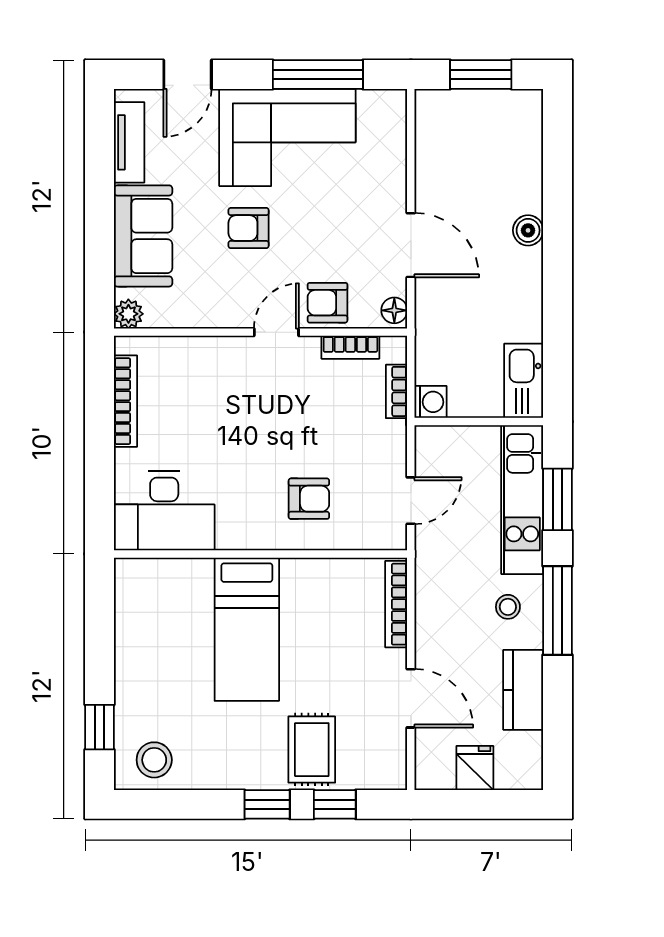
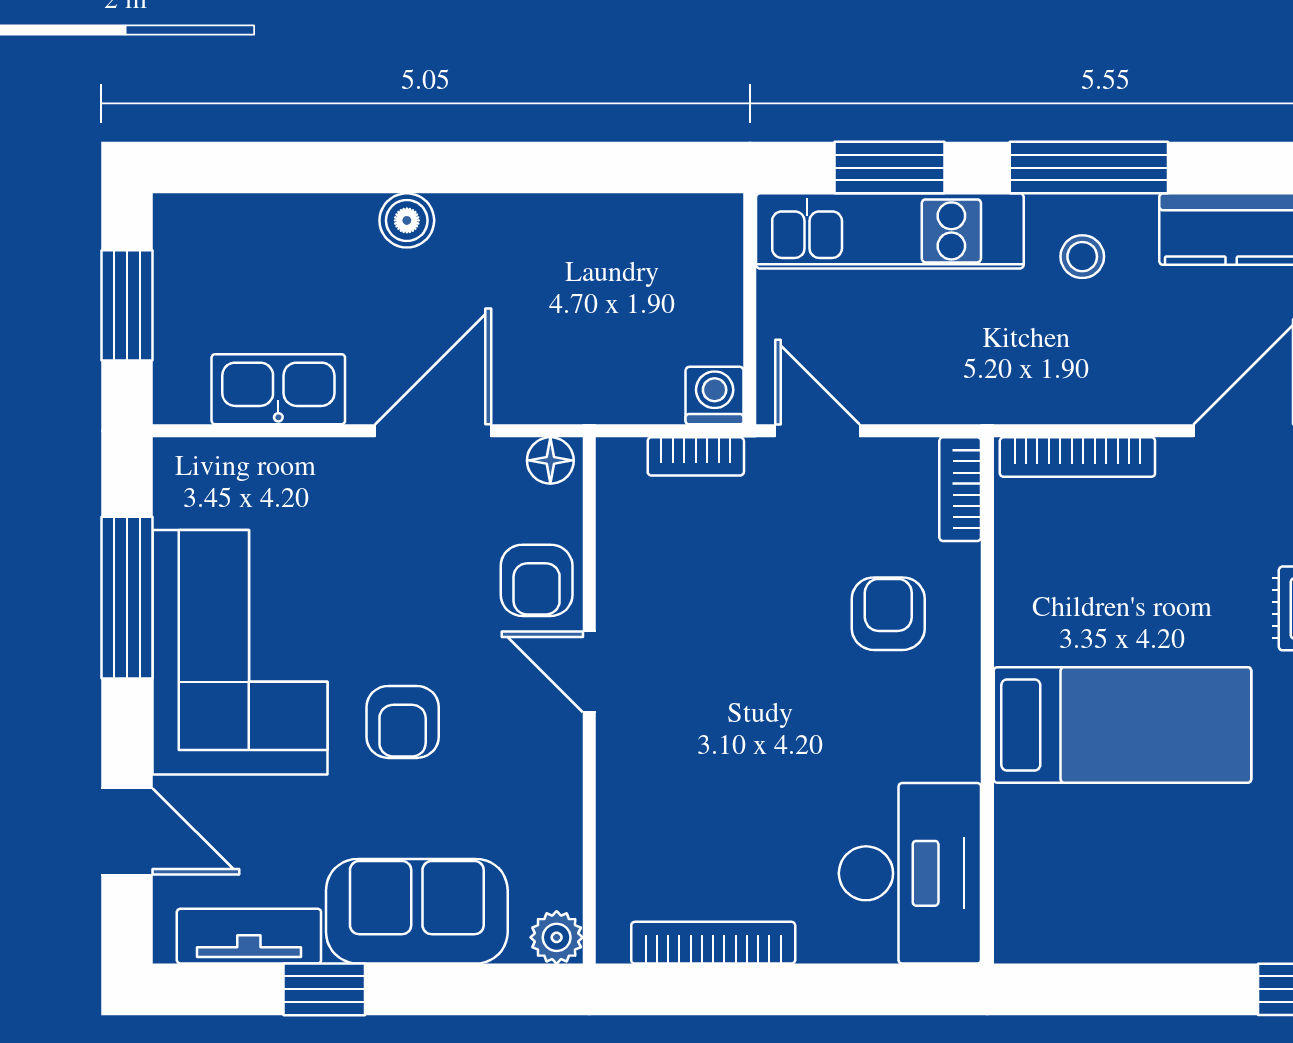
window: (100, 184) -> (324, 989), added
bookcase: (350, 347) -> (960, 489), moved, turned 180
kitchen sink: (524, 381) -> (278, 389), moved, turned 180
door: (411, 501) -> (817, 431), moved

